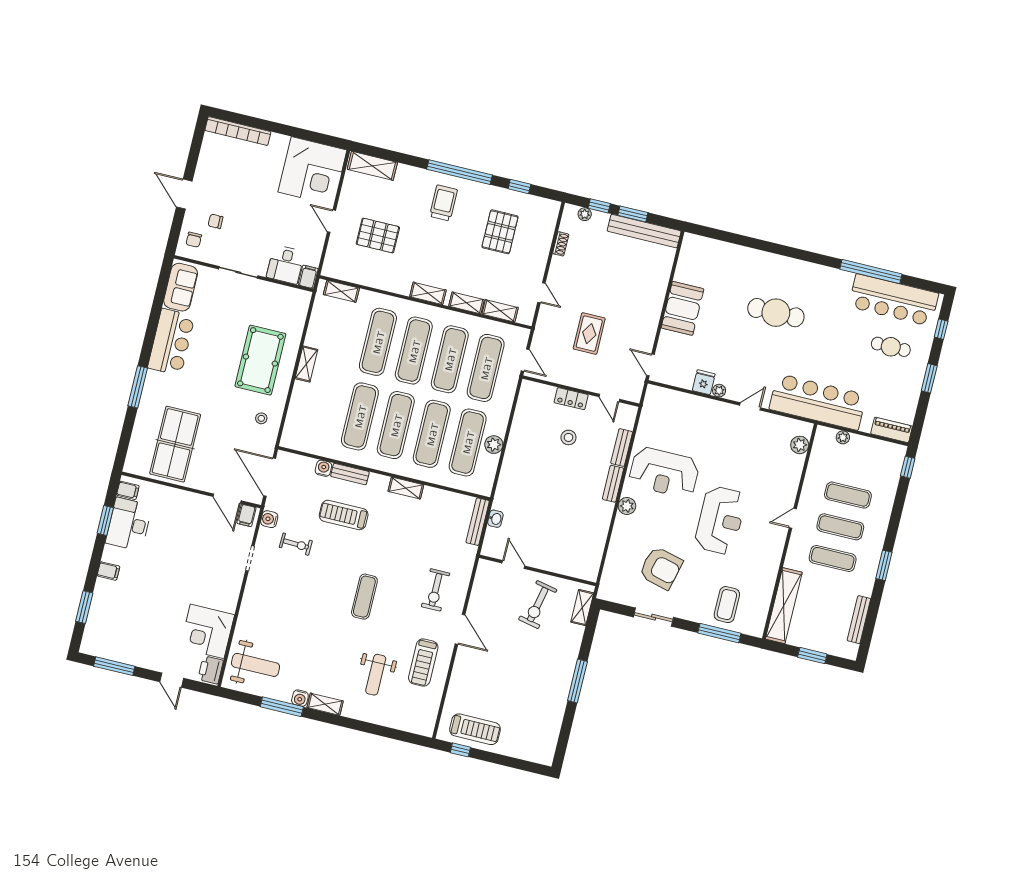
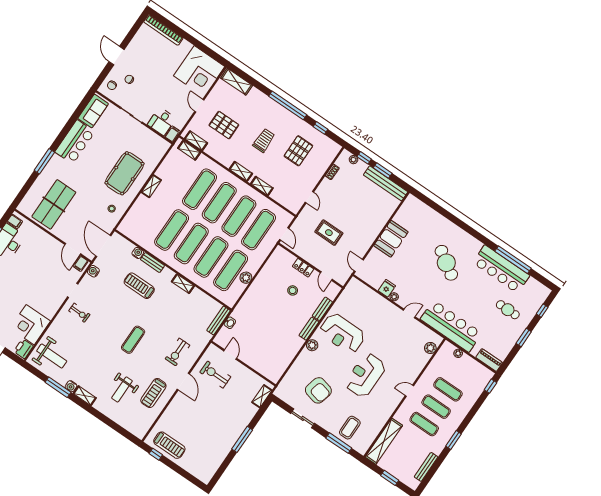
trolley: (443, 203) -> (264, 140), moved
bar counter: (894, 300) -> (501, 269), moved
shelving: (500, 311) -> (196, 141), moved
cafe table: (776, 313) -> (446, 263), turned 33
rug: (589, 334) -> (329, 233), turned 90
reception desk: (720, 520) -> (365, 375), turned 180
exercise bike: (296, 544) -> (79, 313), moved
exercise bike: (538, 605) -> (215, 375), moved, turned 78

